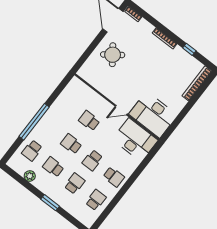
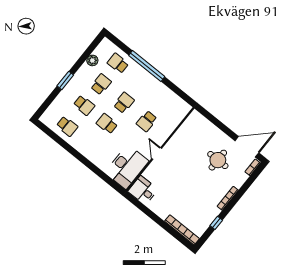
round table: (113, 55) -> (218, 160), moved, turned 36
desk: (153, 115) -> (143, 190), width x0.53, depth x0.77
school desk: (89, 121) -> (147, 121), turned 180
school desk: (114, 177) -> (90, 145), removed

